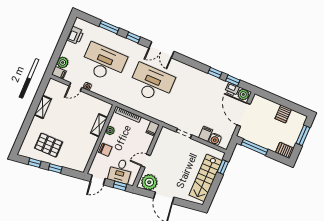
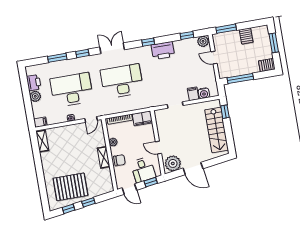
double door: (162, 50) -> (112, 48), swing flipped
plant: (63, 62) -> (35, 96), moved
window: (215, 73) -> (148, 42), moved
door: (76, 87) -> (91, 119), moved
printer: (232, 89) -> (163, 51), moved, width x1.87, depth x1.48
window: (270, 97) -> (226, 29), added
shelving: (43, 107) -> (42, 141), moved
door: (244, 115) -> (214, 58), width x0.53
shelving: (99, 125) -> (104, 157), moved
filing cabinet: (153, 129) -> (142, 118), width x2.00
pallet: (49, 145) -> (70, 187), width x1.37, depth x1.41
door: (146, 161) -> (158, 148), hinge flipped
door: (98, 180) -> (129, 189), hinge flipped

